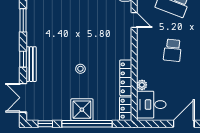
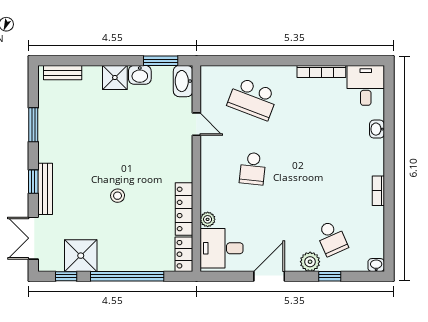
shower: (82, 110) -> (81, 256), moved

